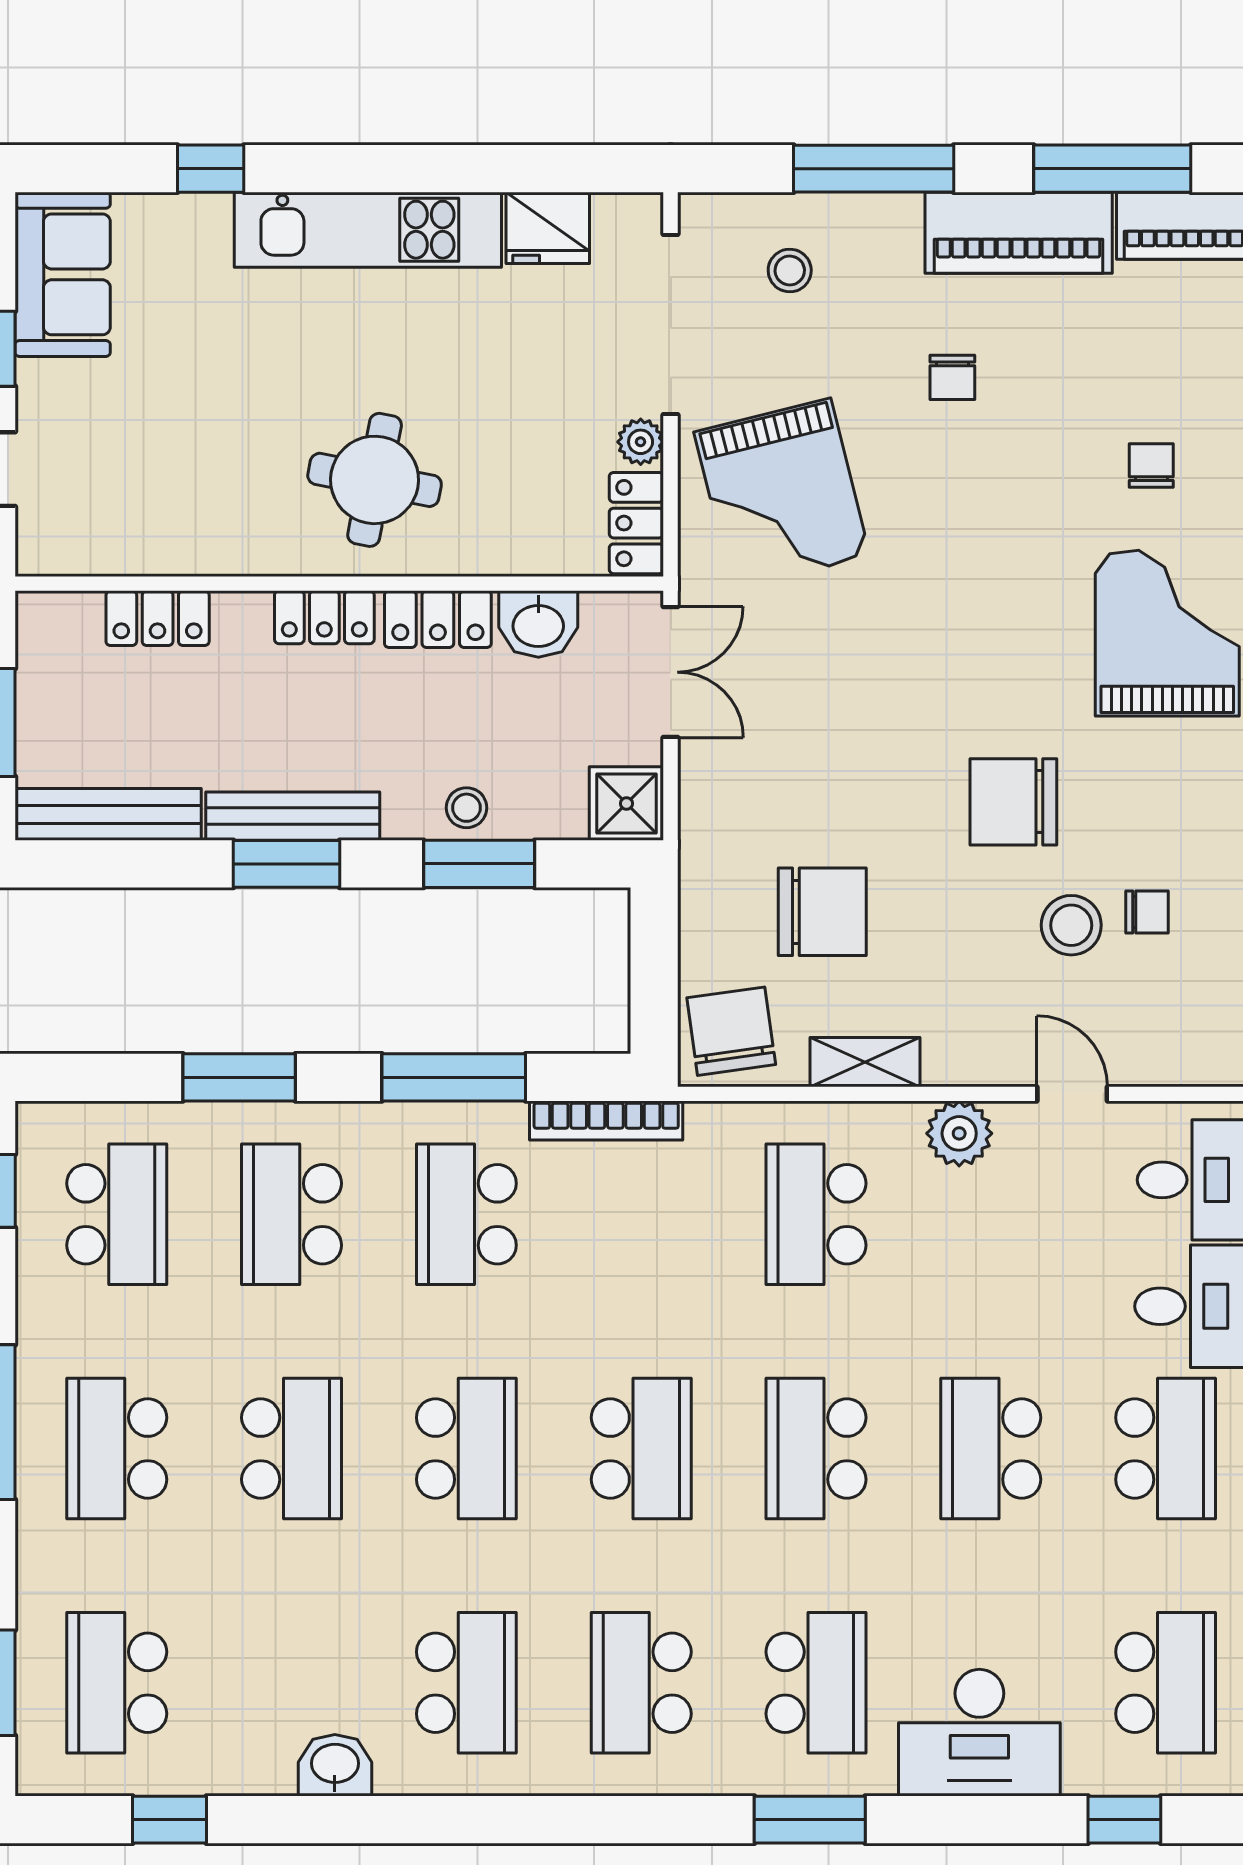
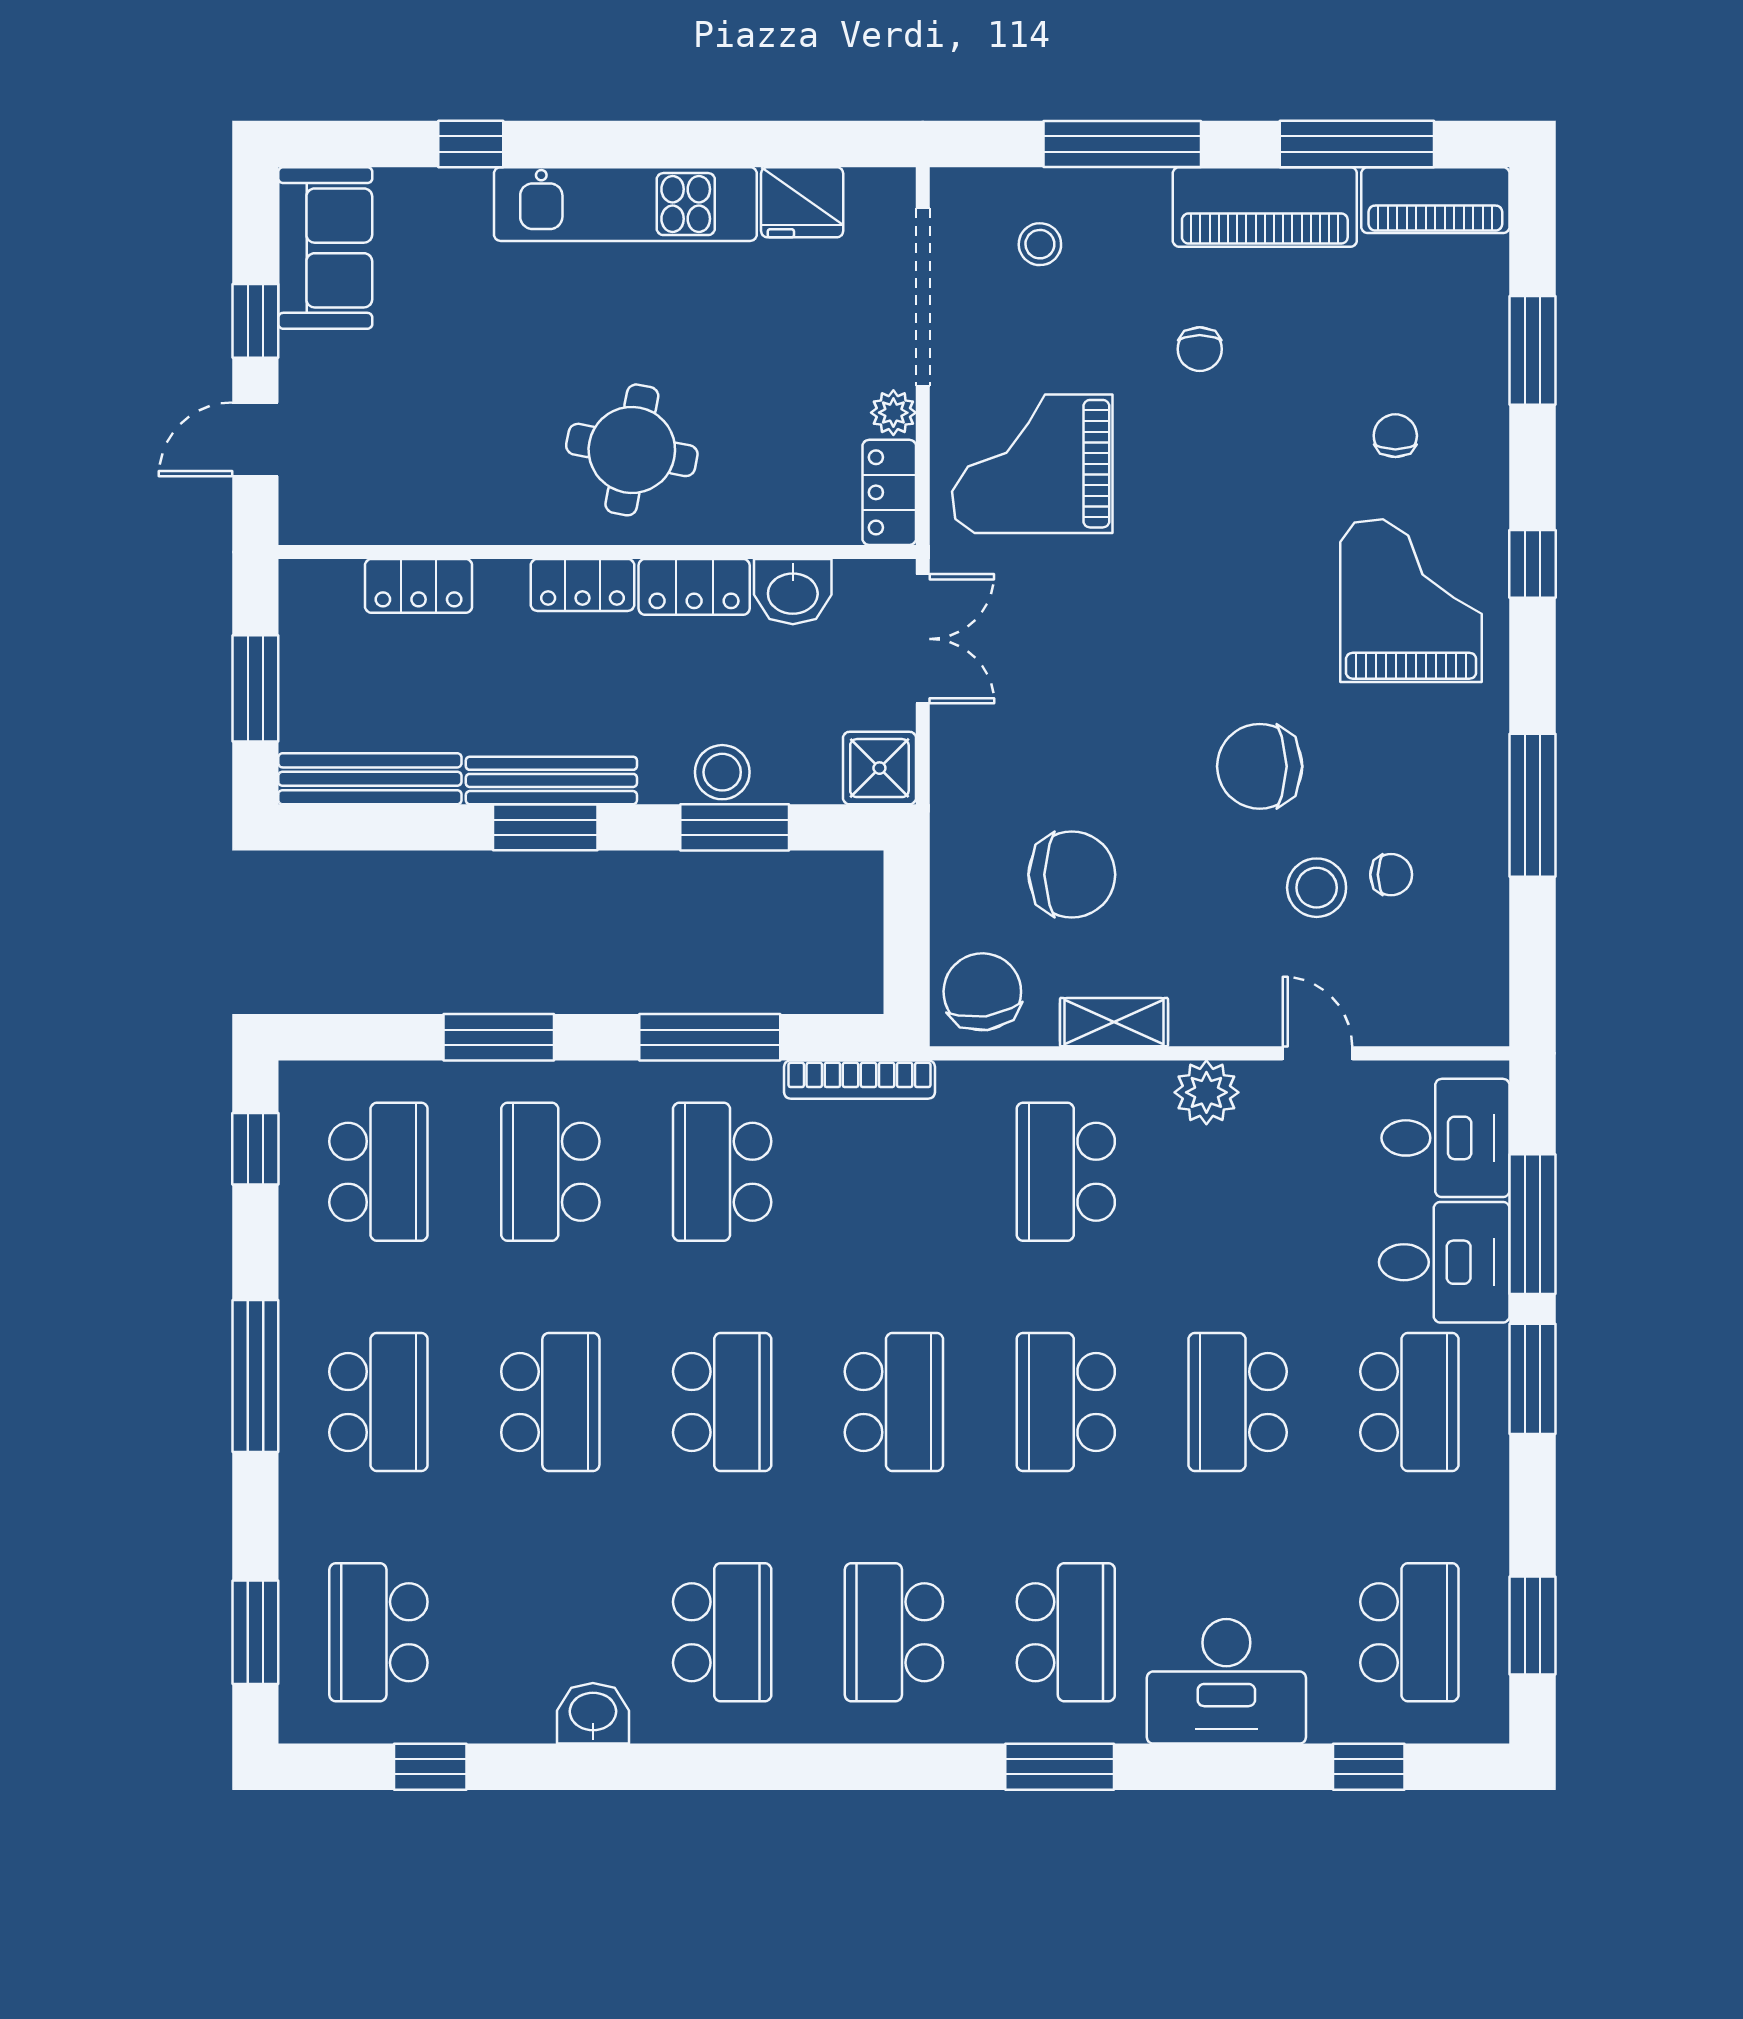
grand piano: (782, 494) -> (1032, 464), turned 104
stool: (466, 808) -> (722, 772), width x1.37, depth x1.37
school desk: (117, 1449) -> (378, 1402), turned 180

